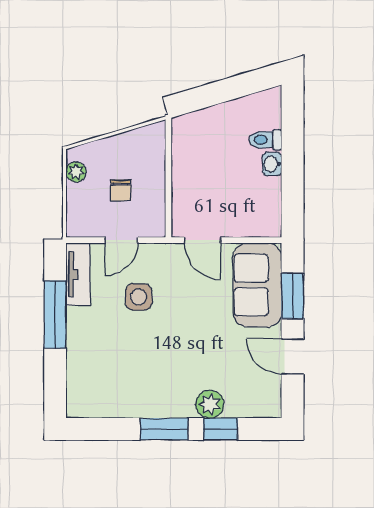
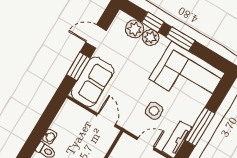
door: (293, 356) -> (96, 36), swing flipped
corner sofa: (121, 379) -> (187, 76), added
plant: (242, 402) -> (135, 29), added

